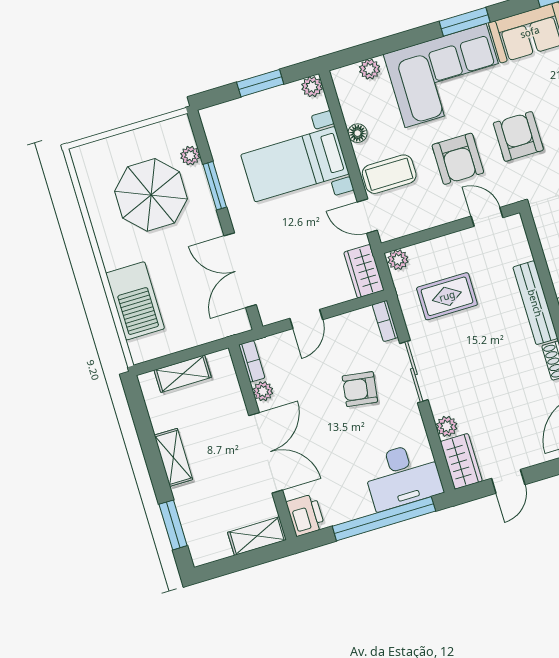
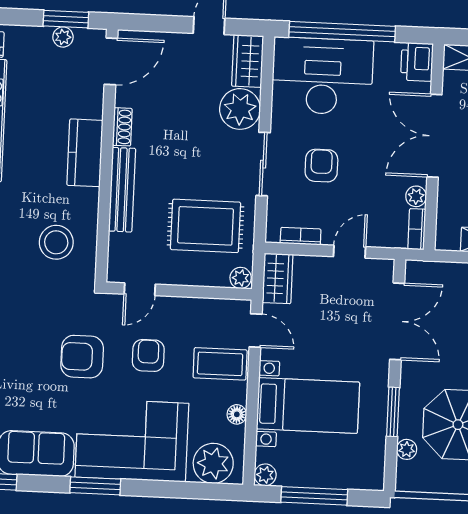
plant: (370, 69) -> (213, 463), width x1.87, depth x1.87
window: (260, 83) -> (314, 496), width x1.44
armchair: (518, 136) -> (82, 357), turned 90
armchair: (458, 159) -> (148, 355), width x0.72, depth x0.72
door: (487, 217) -> (140, 289), hinge flipped
rug: (447, 296) -> (206, 226), width x1.36, depth x1.43
bookcase: (385, 321) -> (301, 236), moved, turned -90
armchair: (360, 389) -> (321, 166), turned -98
plant: (447, 426) -> (240, 109), width x1.88, depth x1.88
desk: (403, 476) -> (322, 76), width x1.36, depth x1.30

